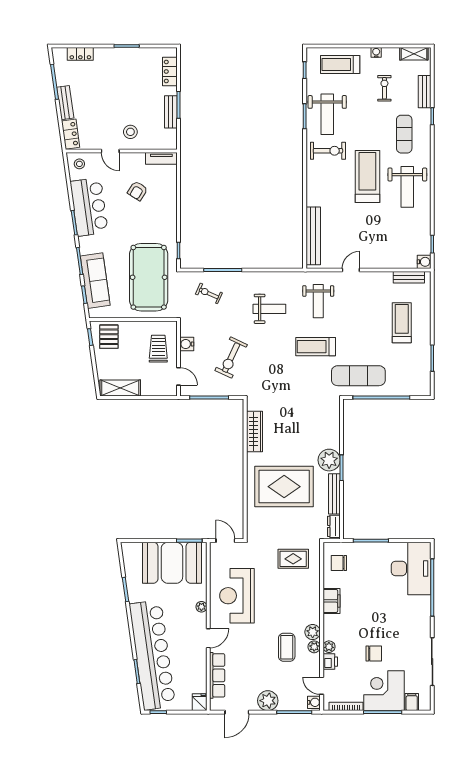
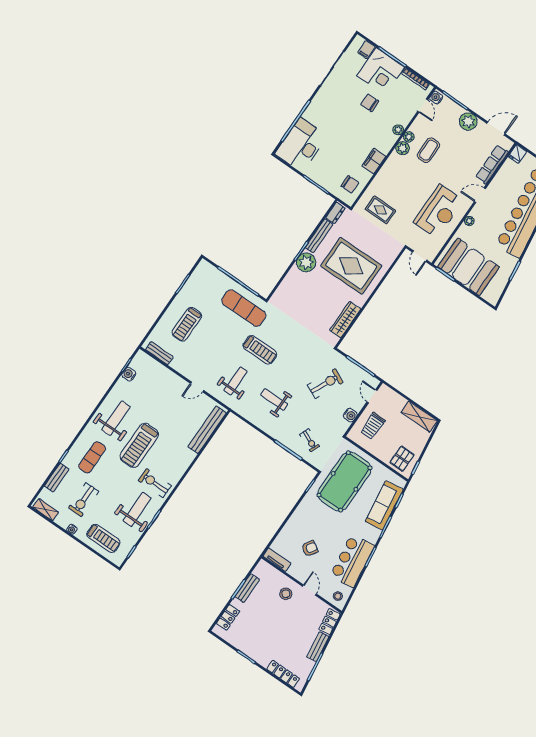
locker: (80, 54) -> (283, 674), width x1.53
exercise bike: (384, 88) -> (84, 500), width x1.38, depth x1.39
water cooler: (424, 262) -> (129, 374), moved
printer: (330, 662) -> (405, 119), removed

